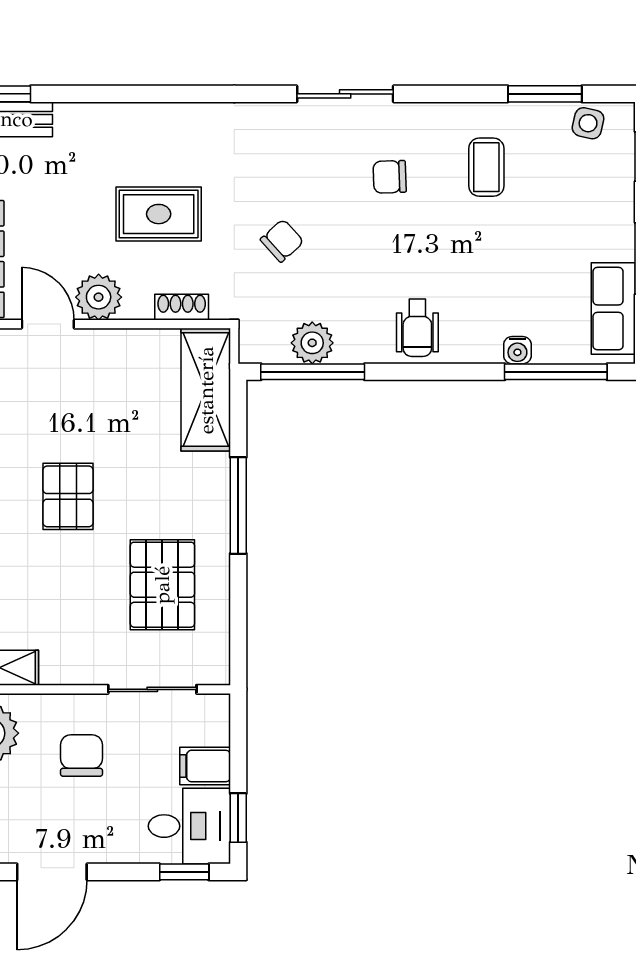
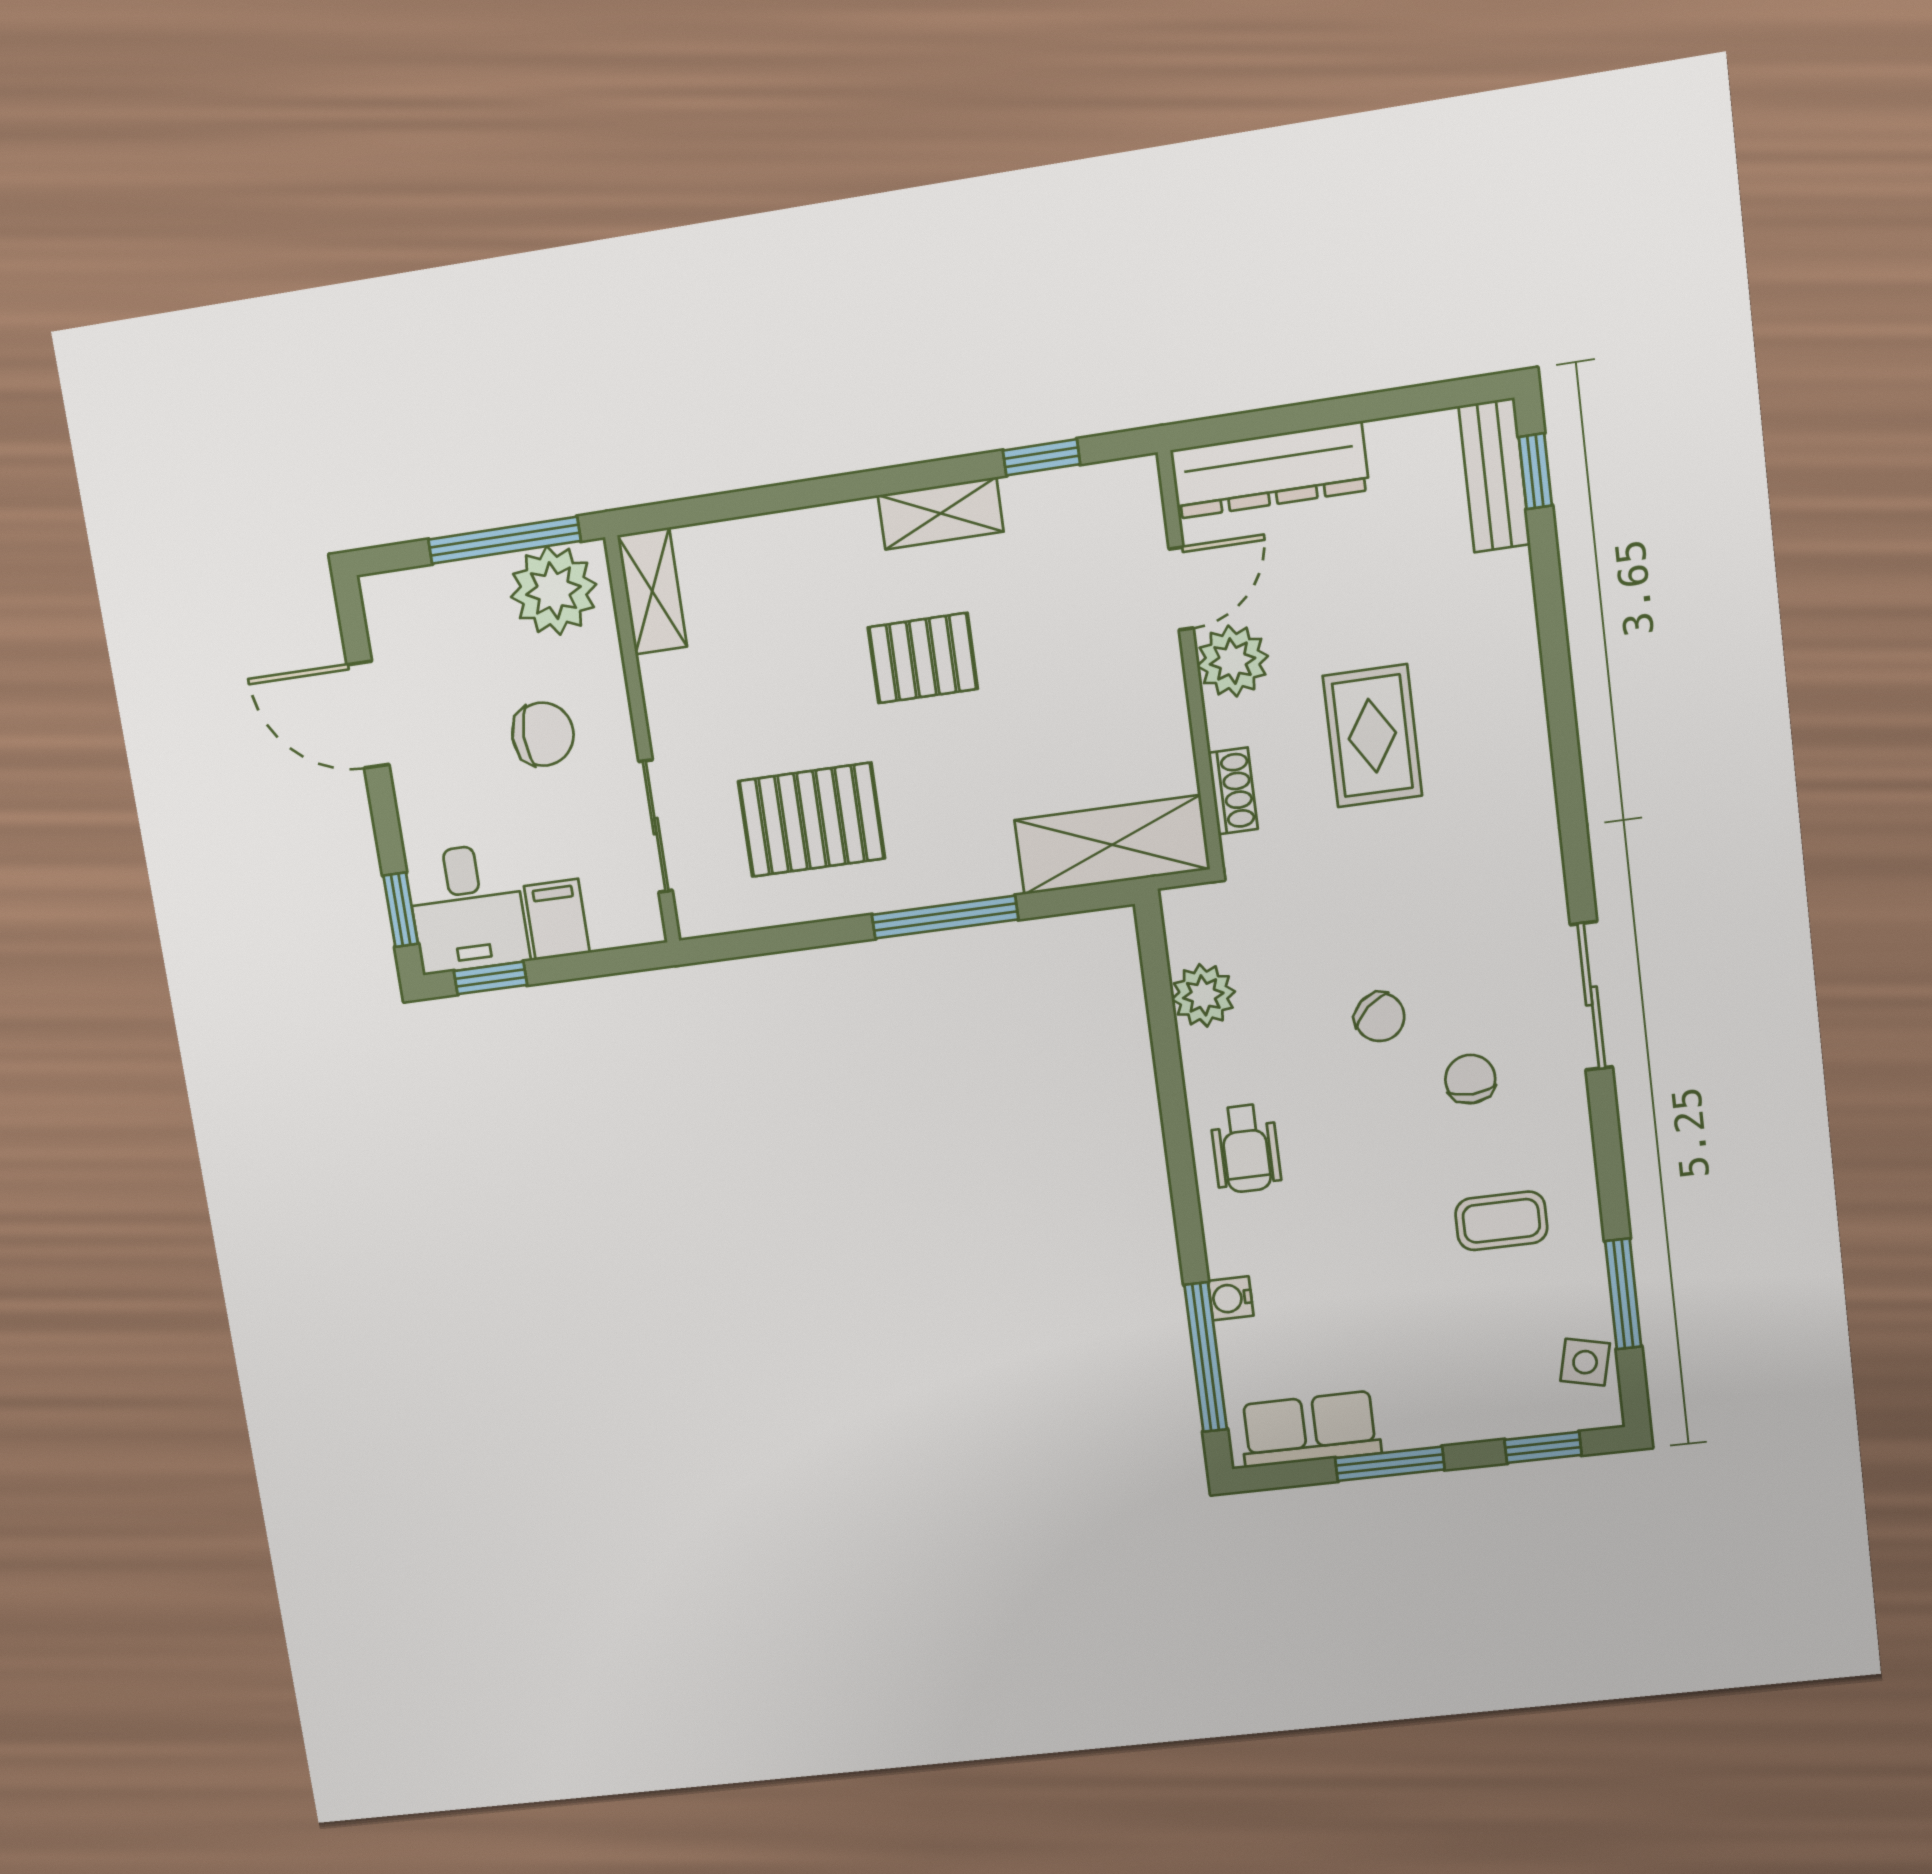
chair: (282, 241) -> (1380, 1017), moved
wheelchair: (417, 328) -> (1246, 1148), turned -90
window: (313, 372) -> (1160, 1002), removed

